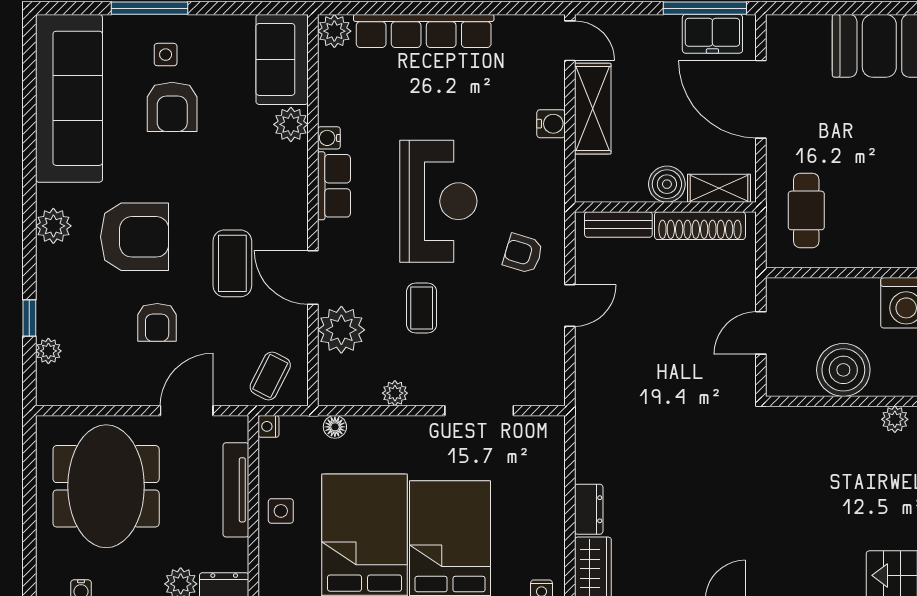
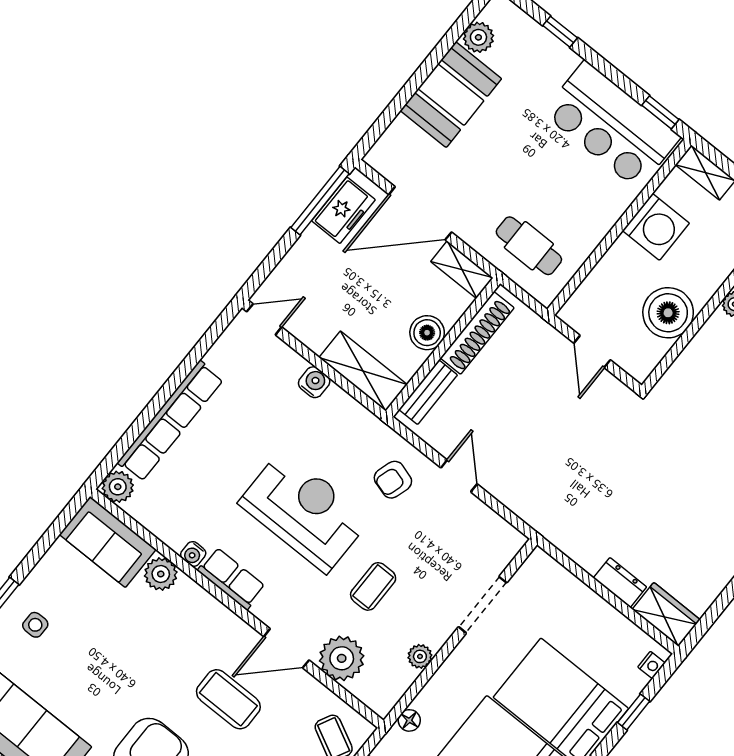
armchair: (172, 107) -> (78, 651), removed
shelving: (593, 109) -> (363, 371), moved
shelving: (719, 188) -> (462, 270), moved, turned 90
coffee table: (422, 308) -> (373, 586), turned 90

